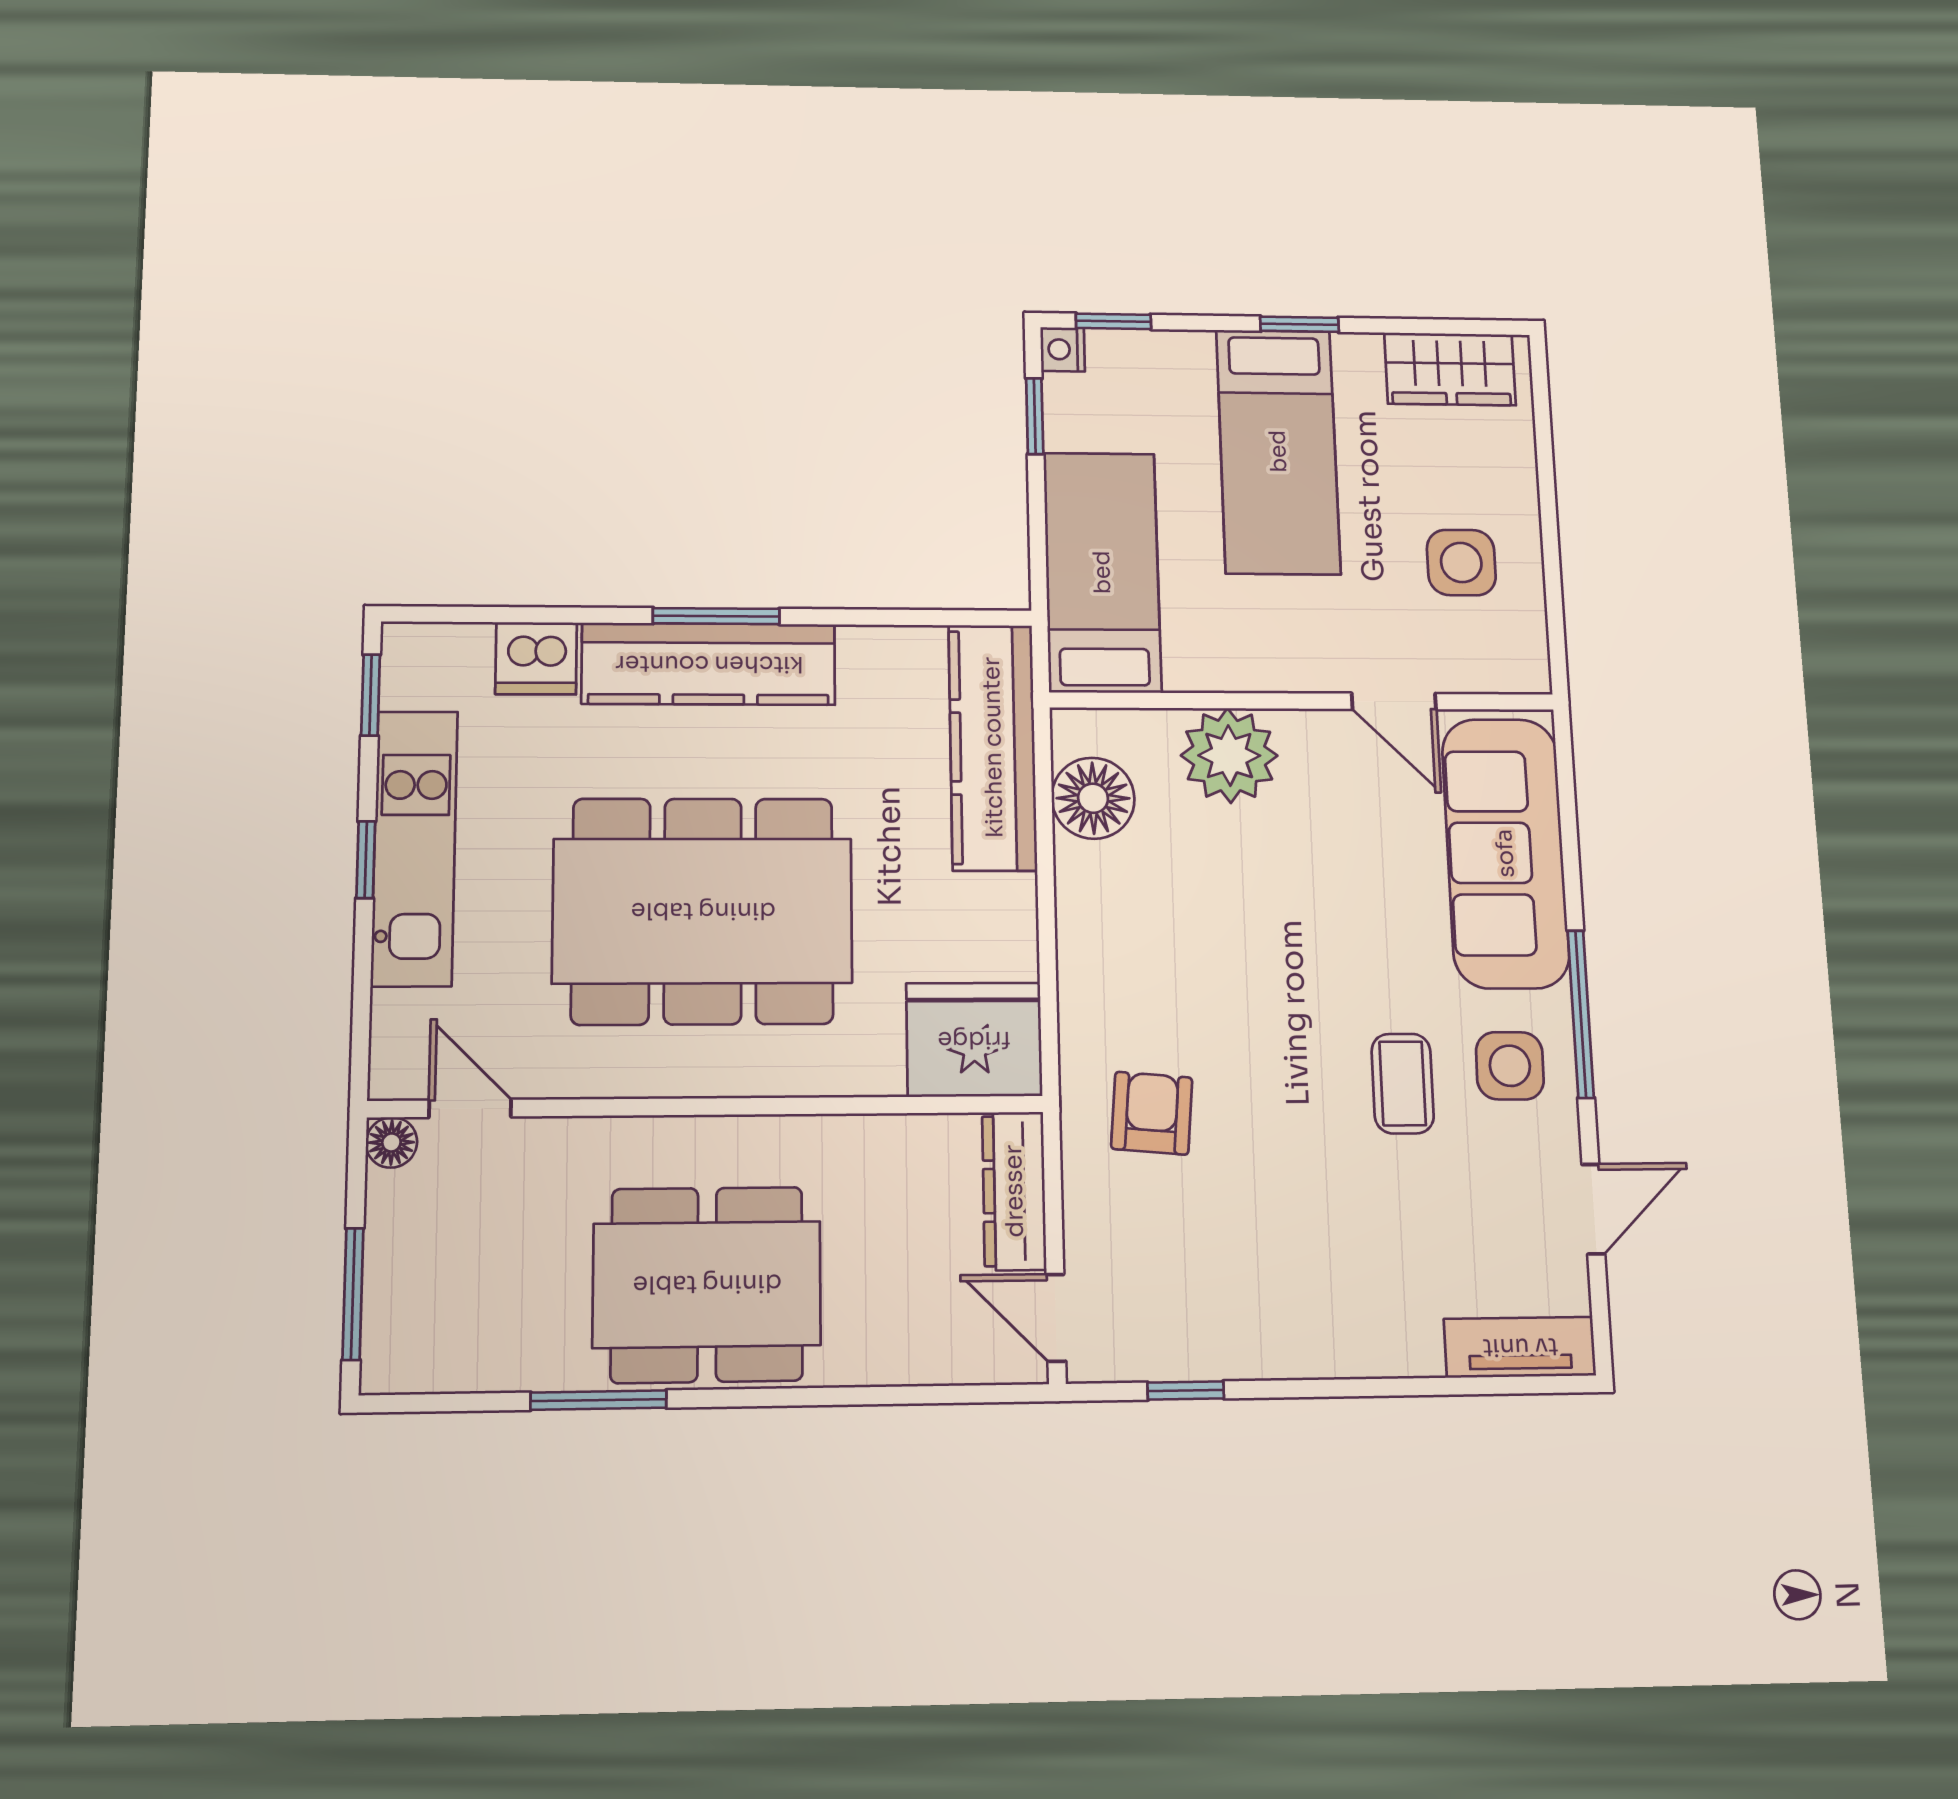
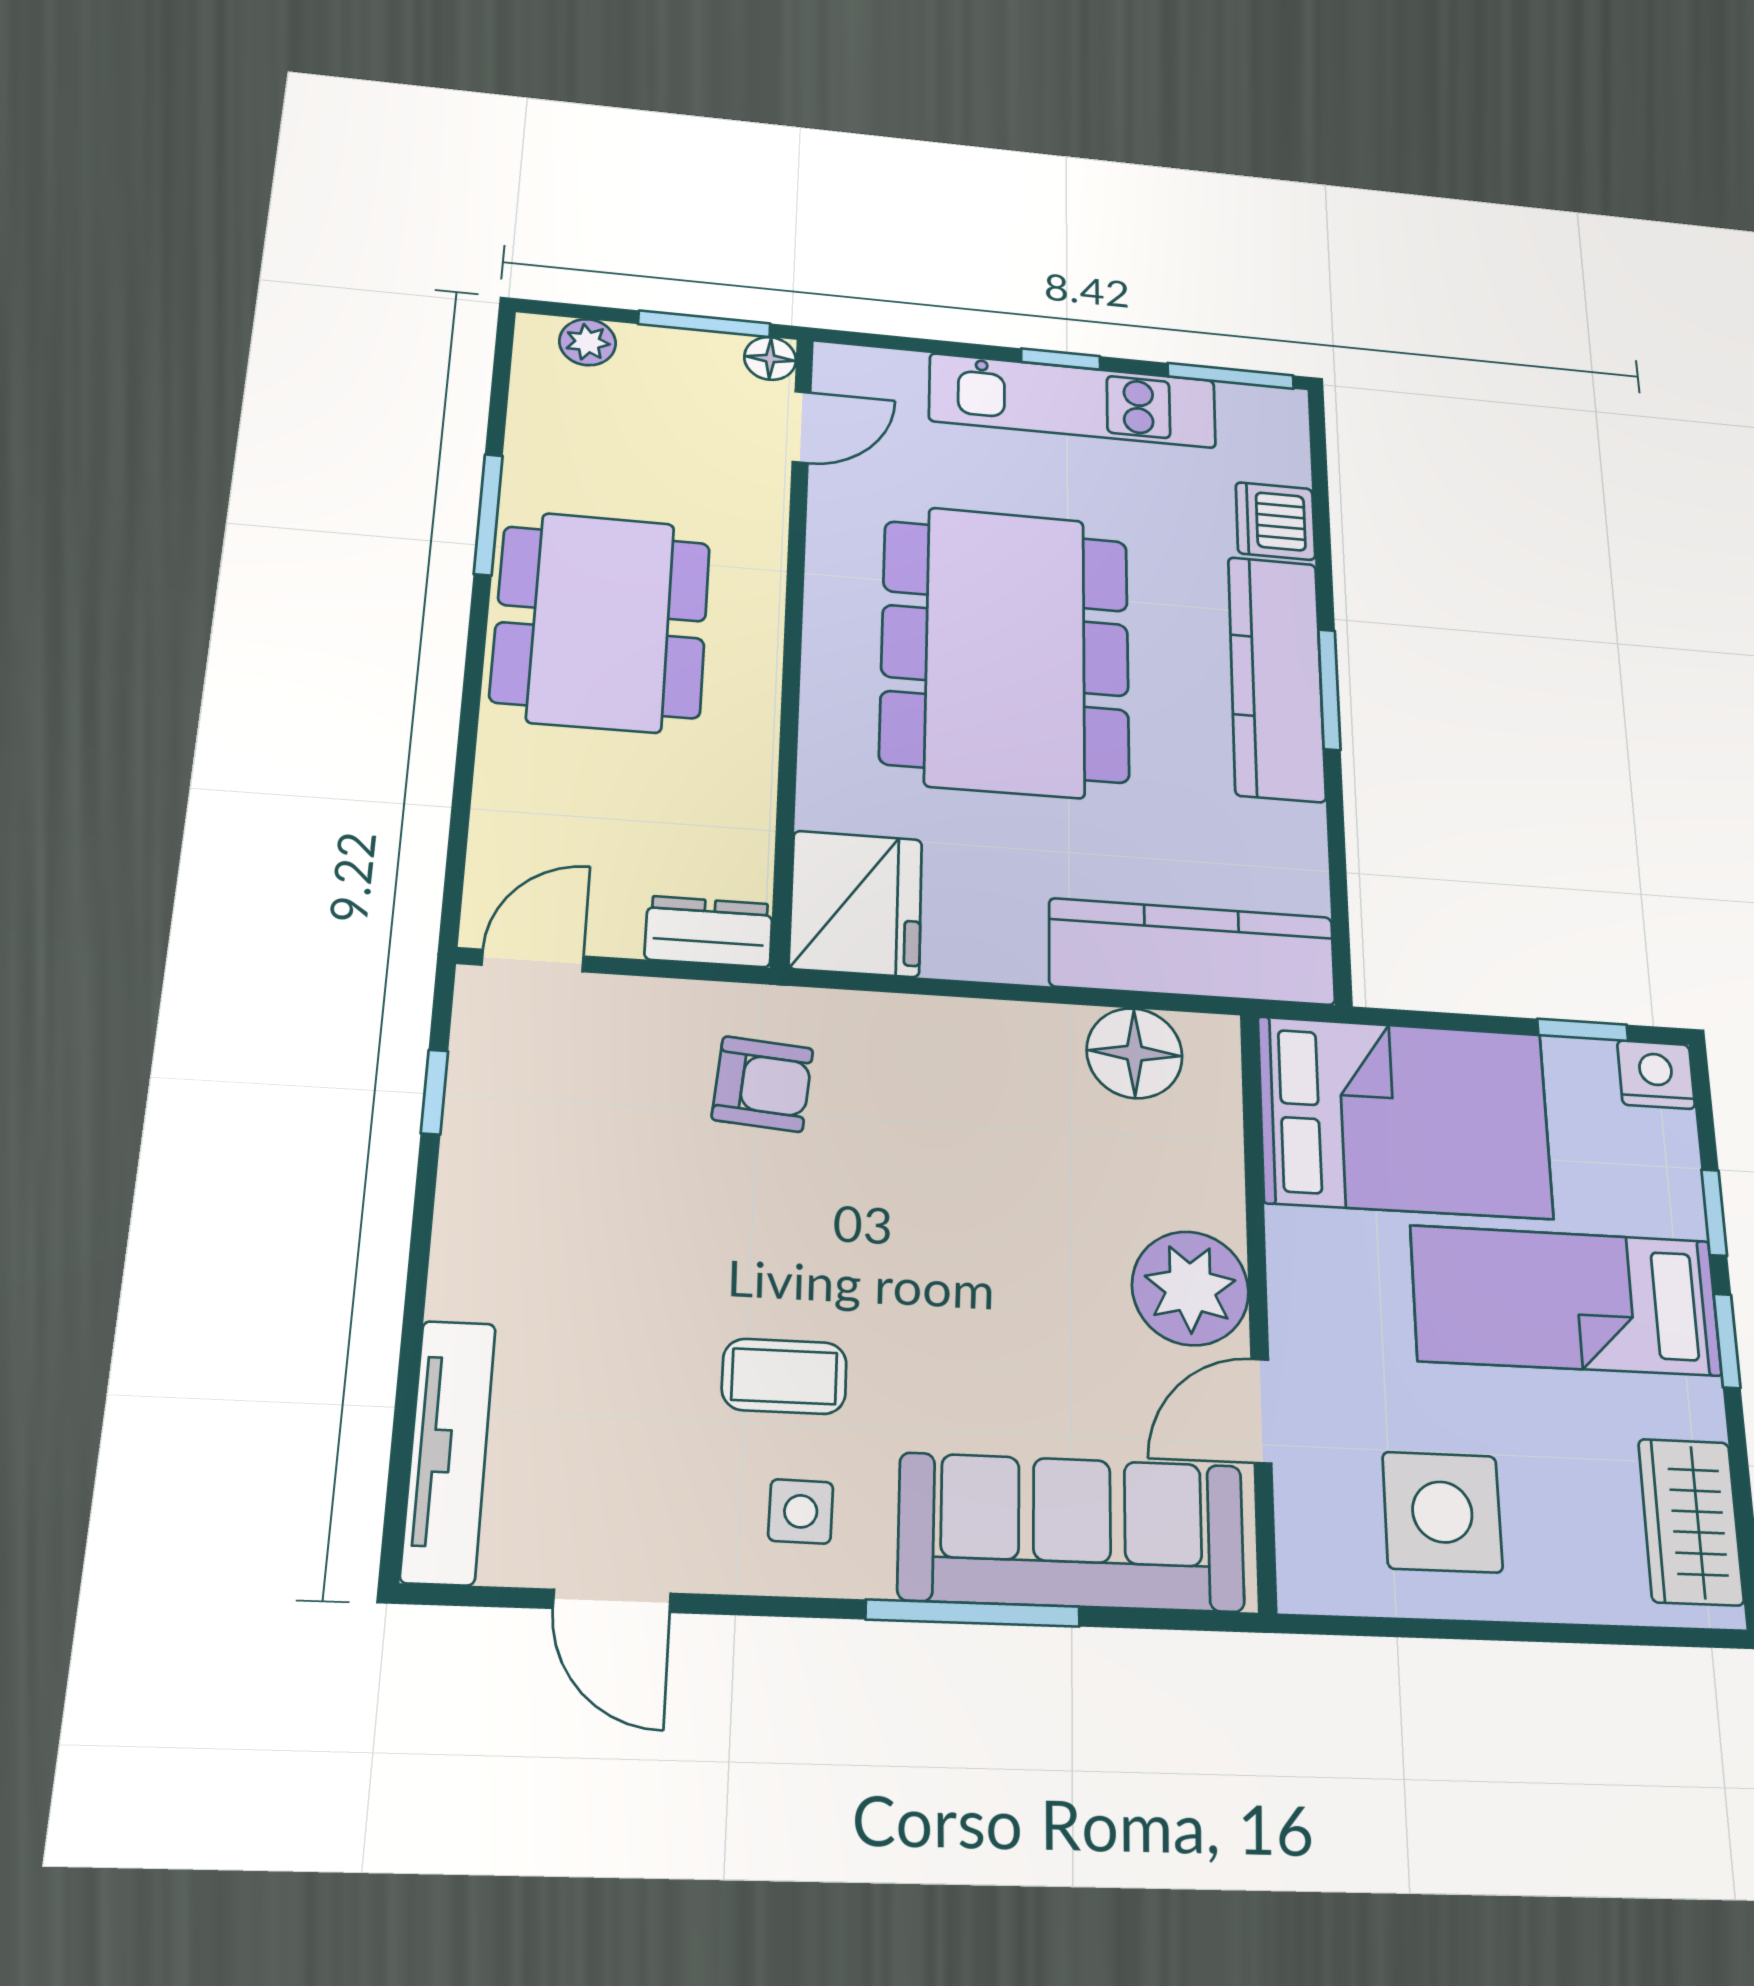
window: (1113, 321) -> (1714, 1213), moved
nightstand: (1063, 349) -> (1656, 1075), width x1.39, depth x1.35
side table: (1461, 563) -> (1442, 1512), width x1.37, depth x1.37
bed: (1102, 572) -> (1405, 1117), width x1.50
window: (371, 695) -> (1231, 376), width x1.50
plant: (1229, 756) -> (1190, 1288), moved
window: (1581, 1014) -> (973, 1613), moved
side table: (1510, 1066) -> (801, 1511), width x0.73, depth x0.73
dresser: (1014, 1191) -> (709, 932), width x0.70
window: (353, 1294) -> (704, 324), moved
plant: (388, 1322) -> (588, 342), added
tv unit: (1520, 1347) -> (448, 1451), width x1.41

